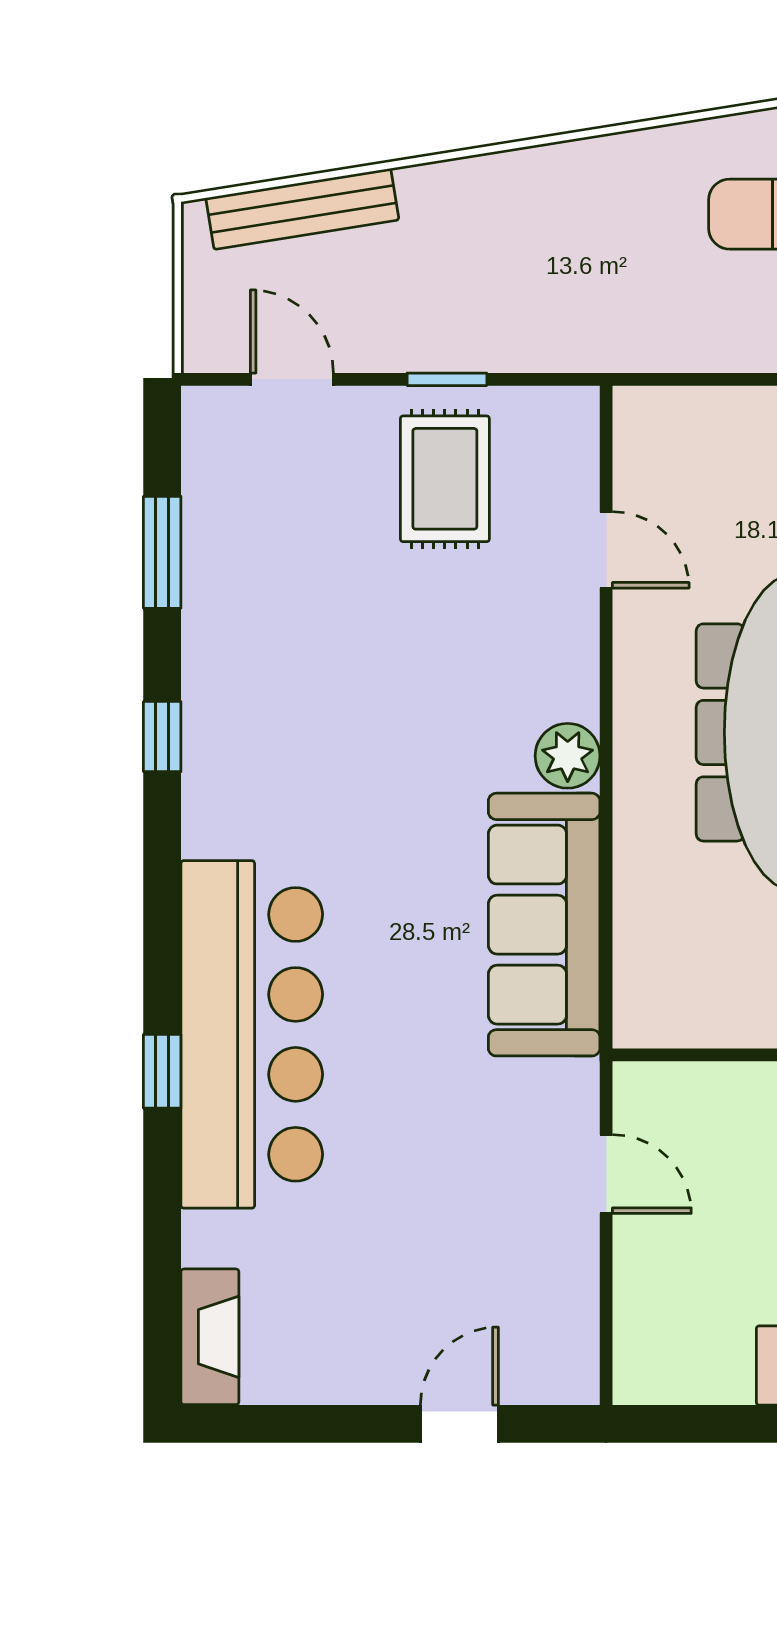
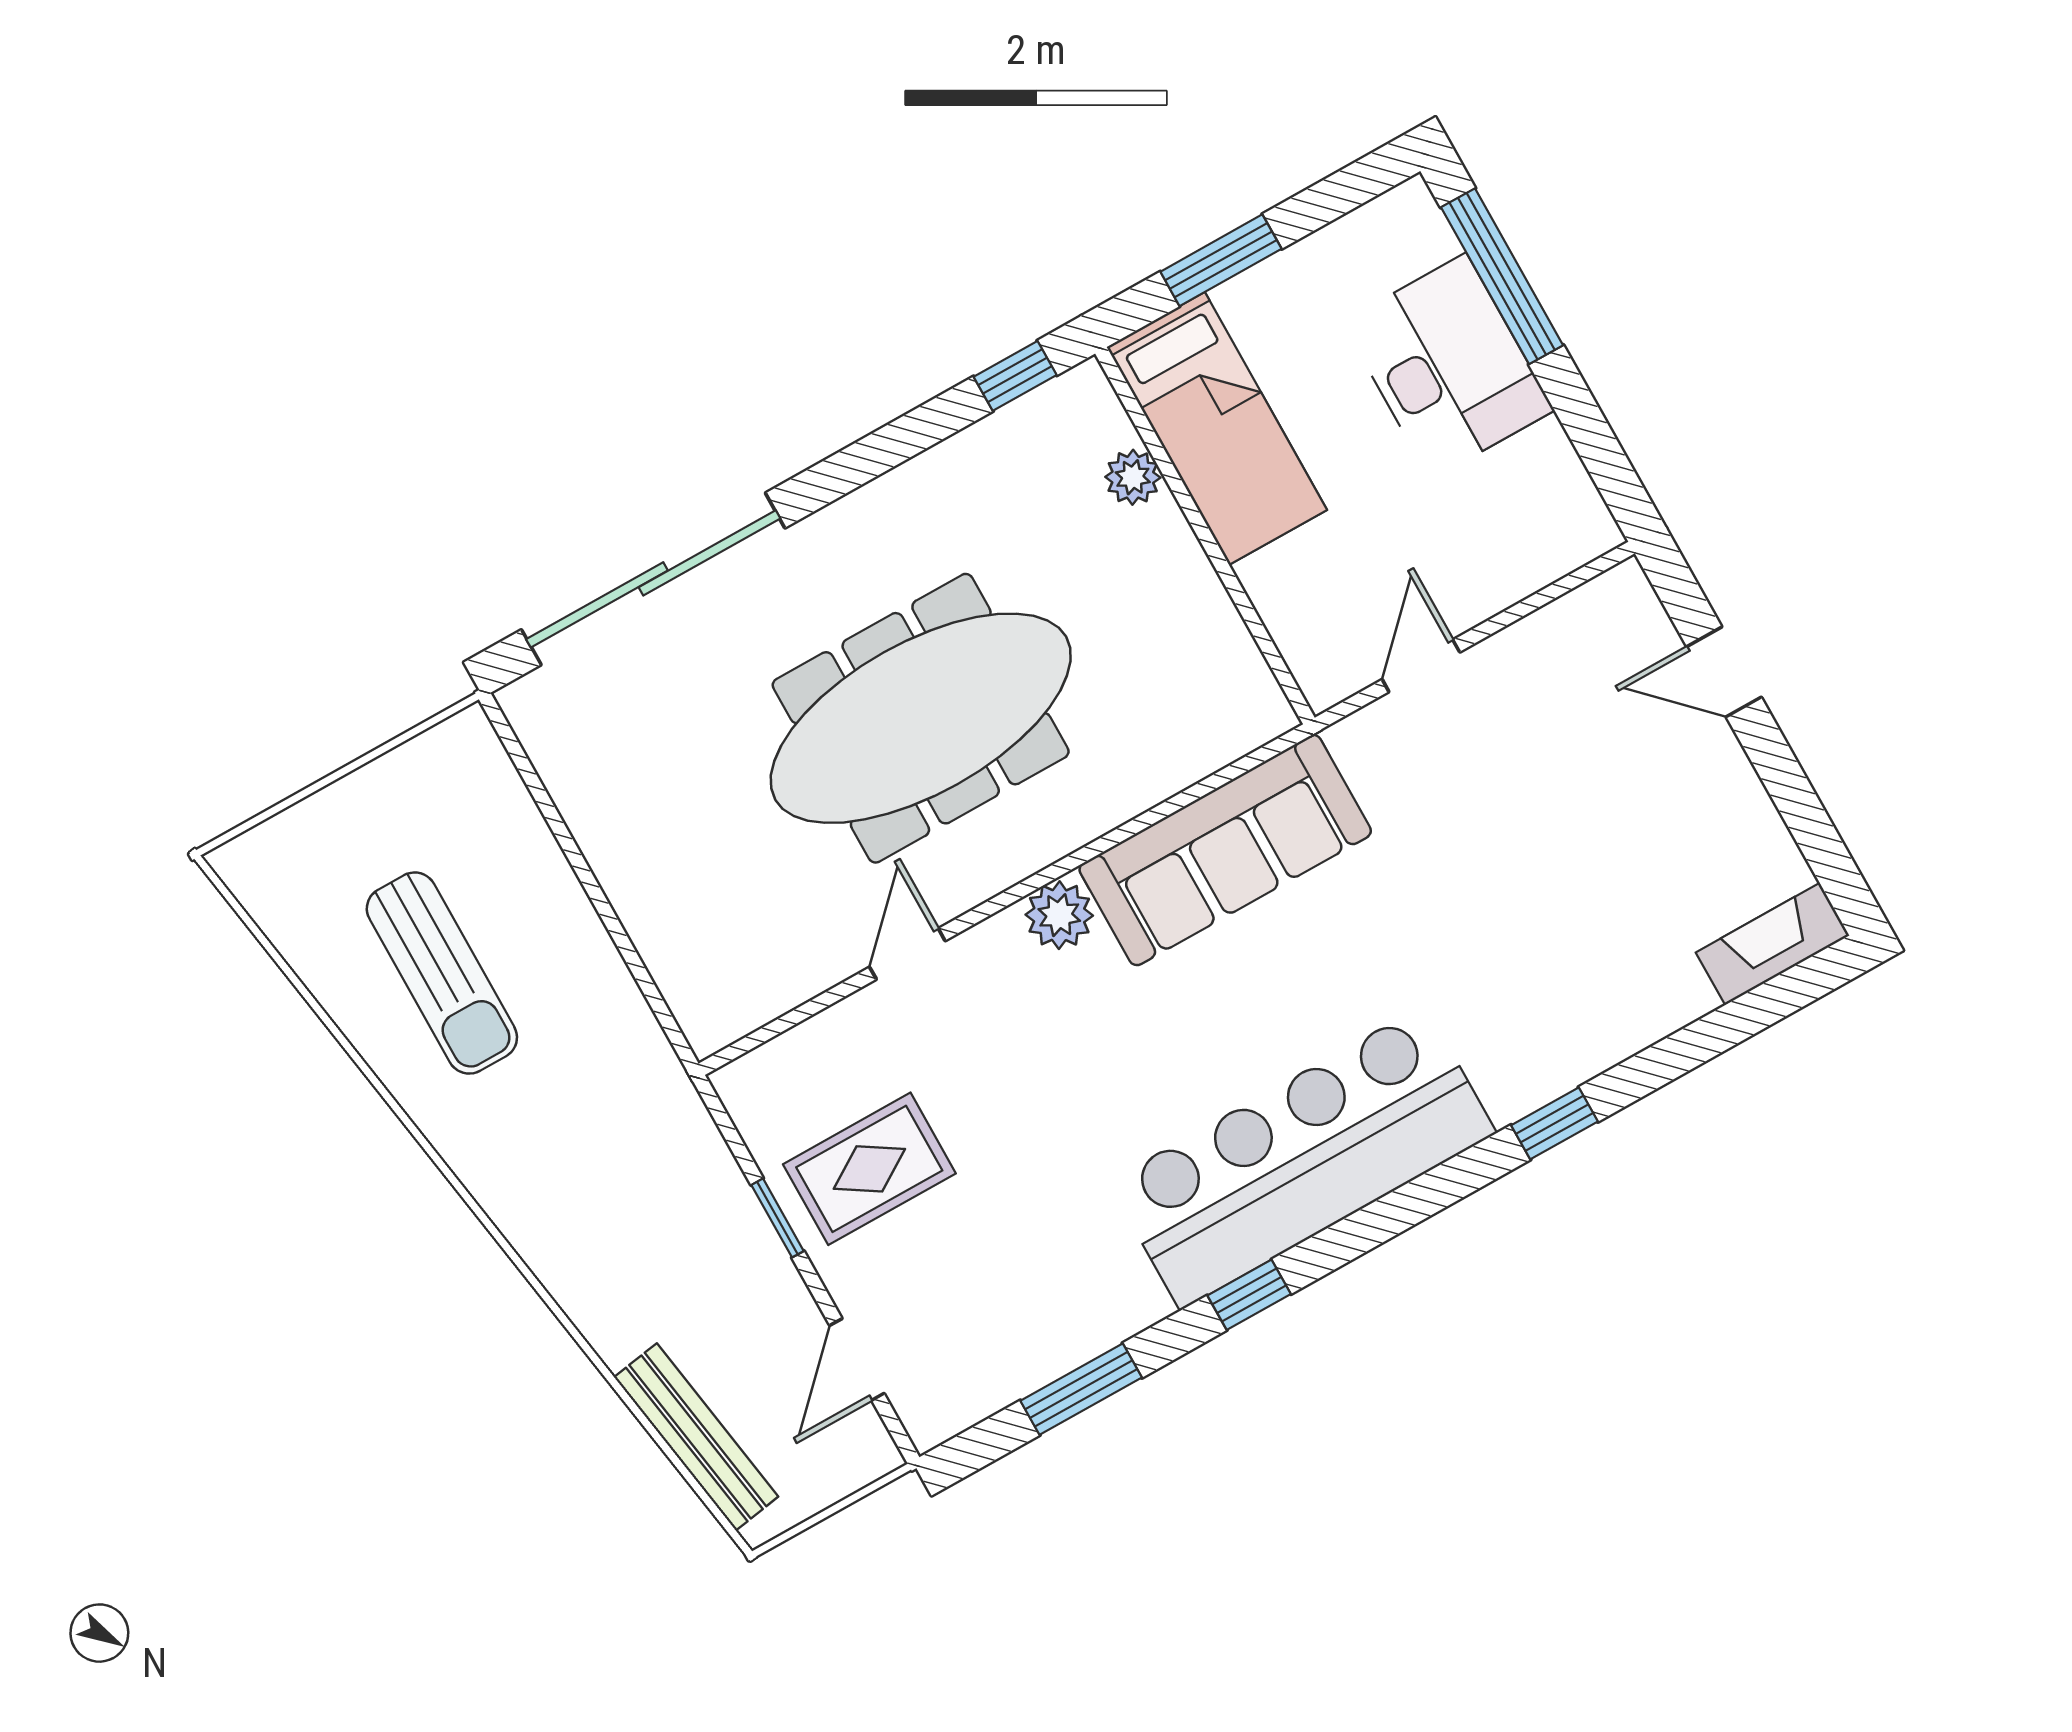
door: (606, 550) -> (907, 954), moved
bar counter: (252, 1034) -> (1302, 1158), moved

